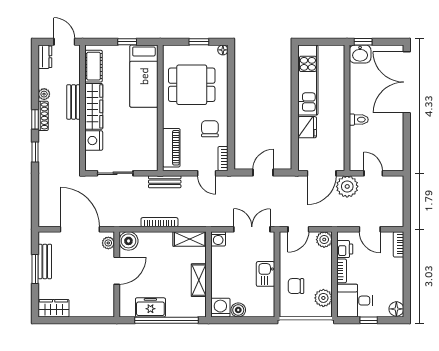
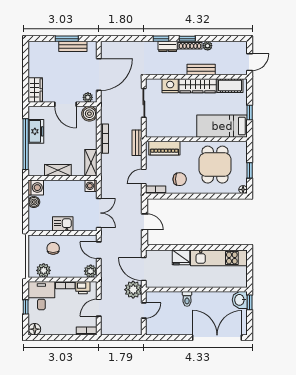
dresser: (45, 57) -> (168, 46), moved
wardrobe: (54, 308) -> (35, 90), moved

